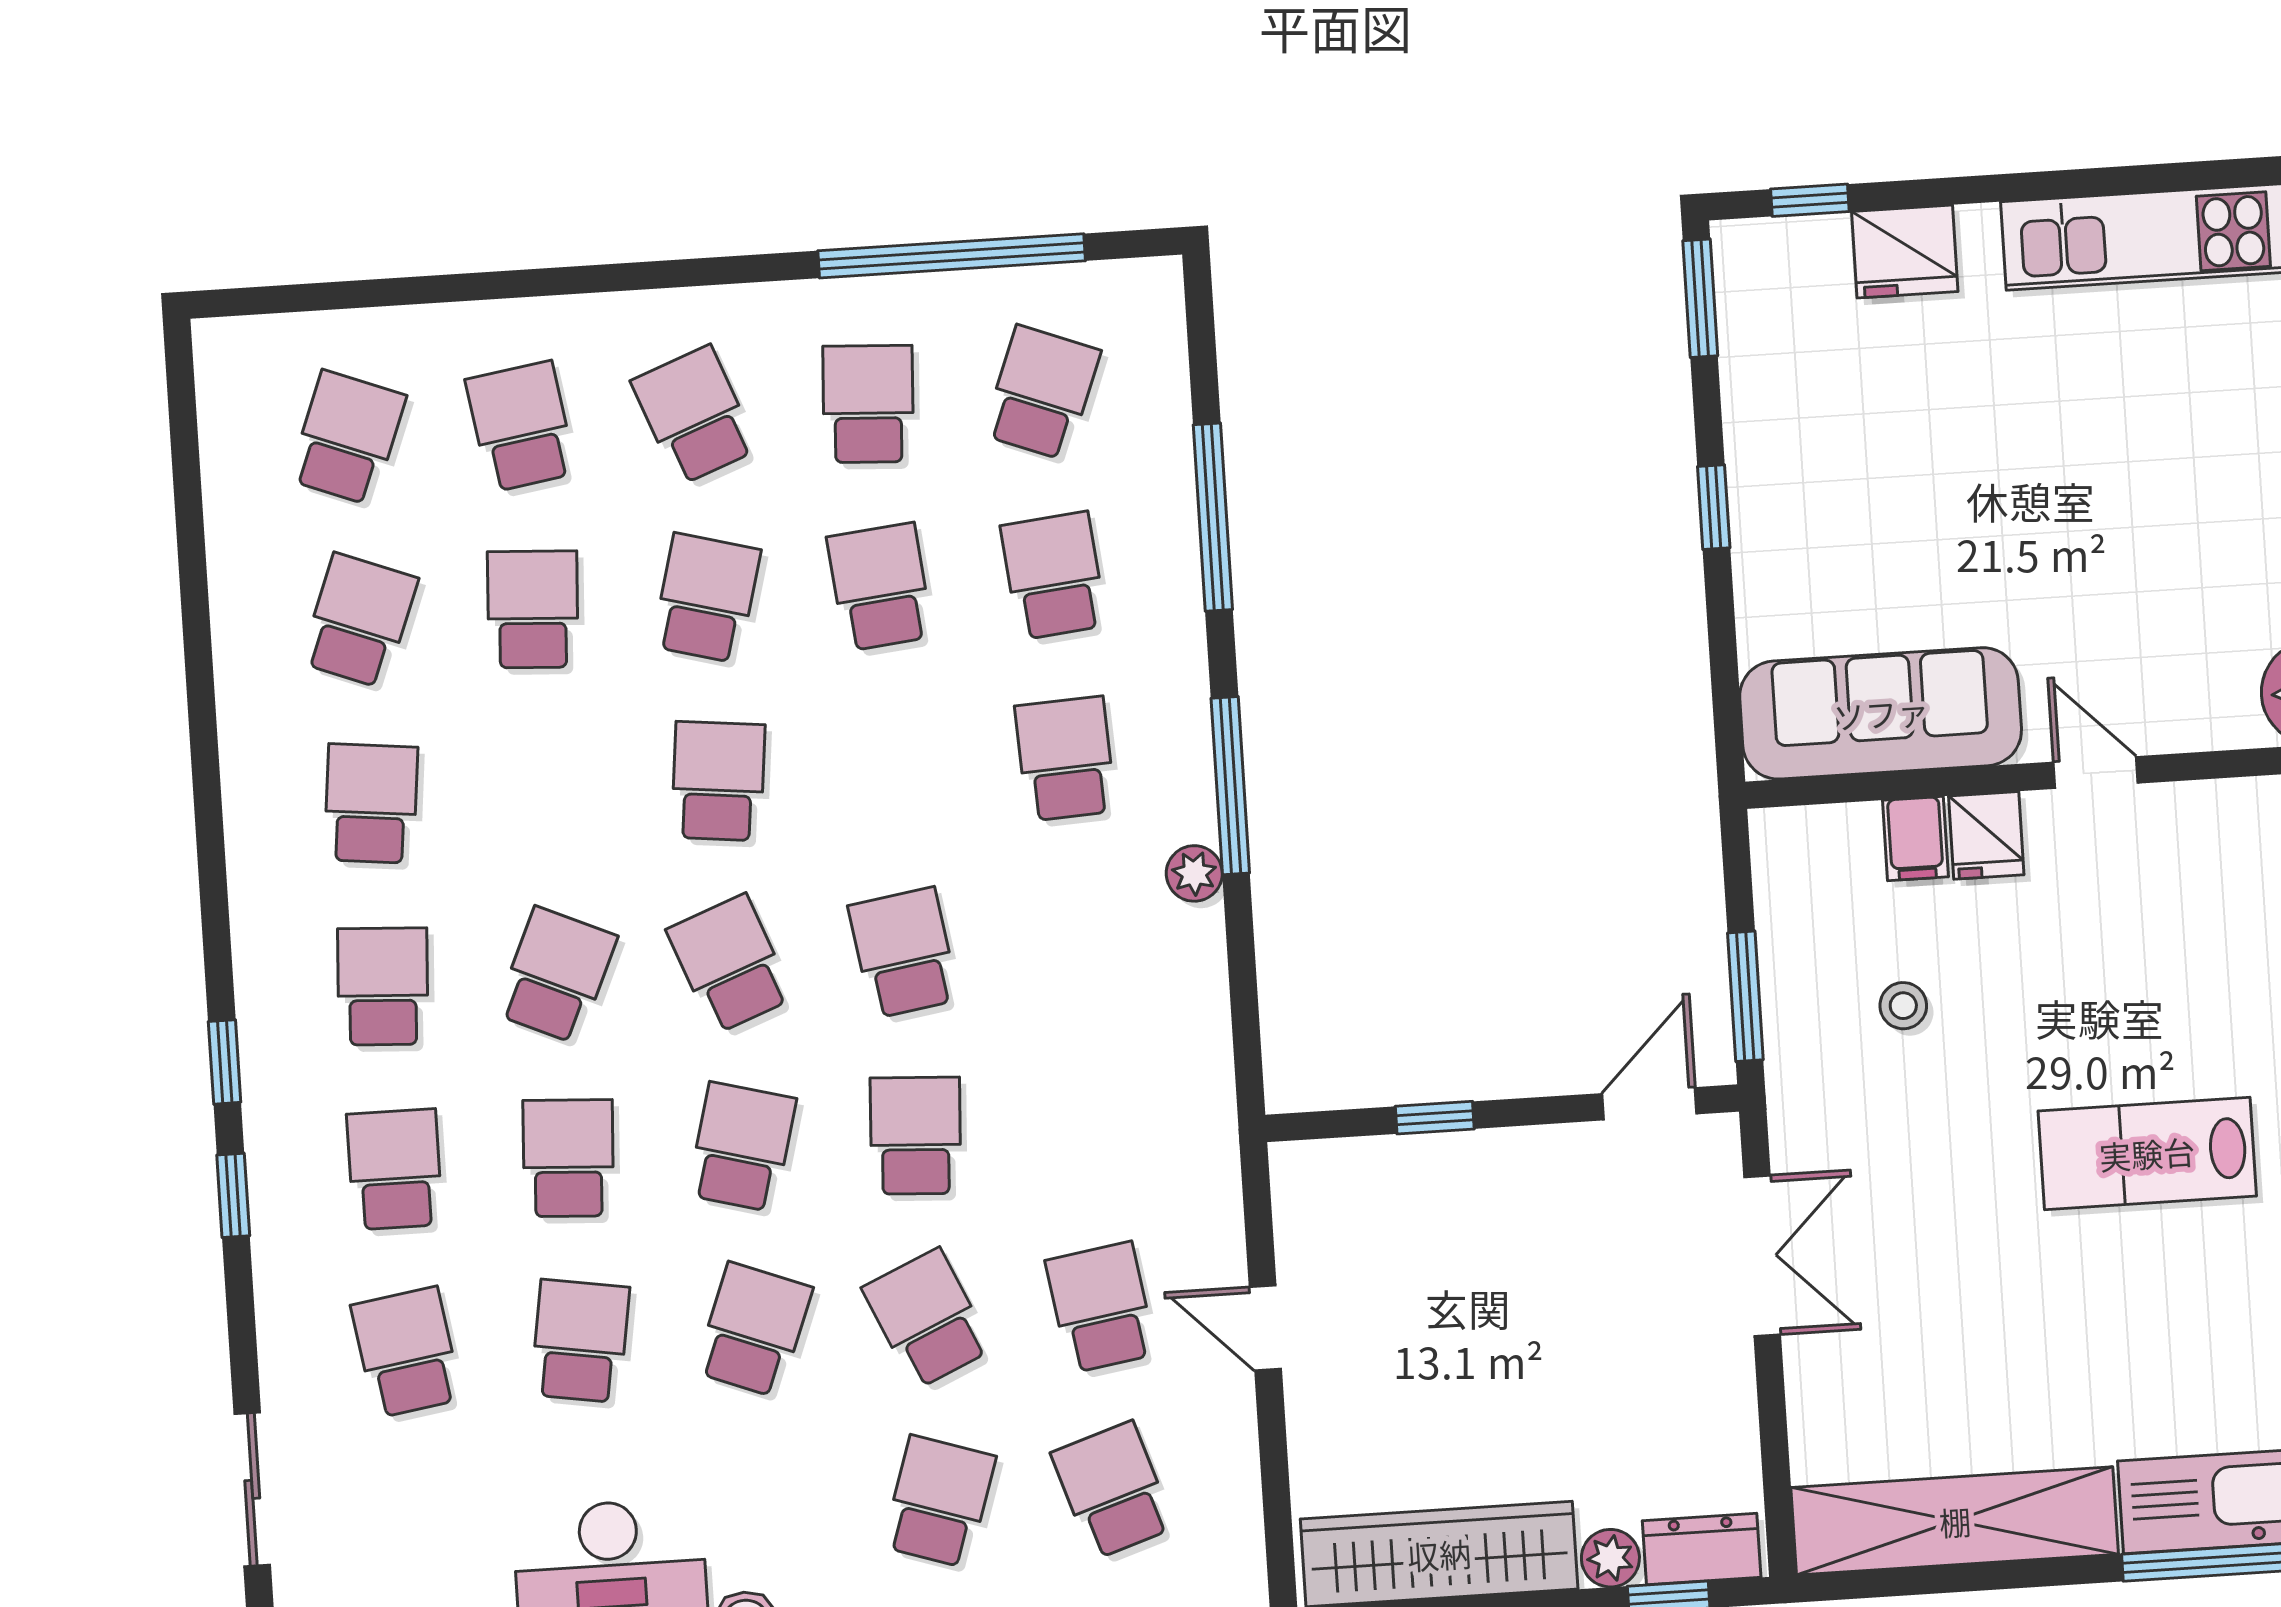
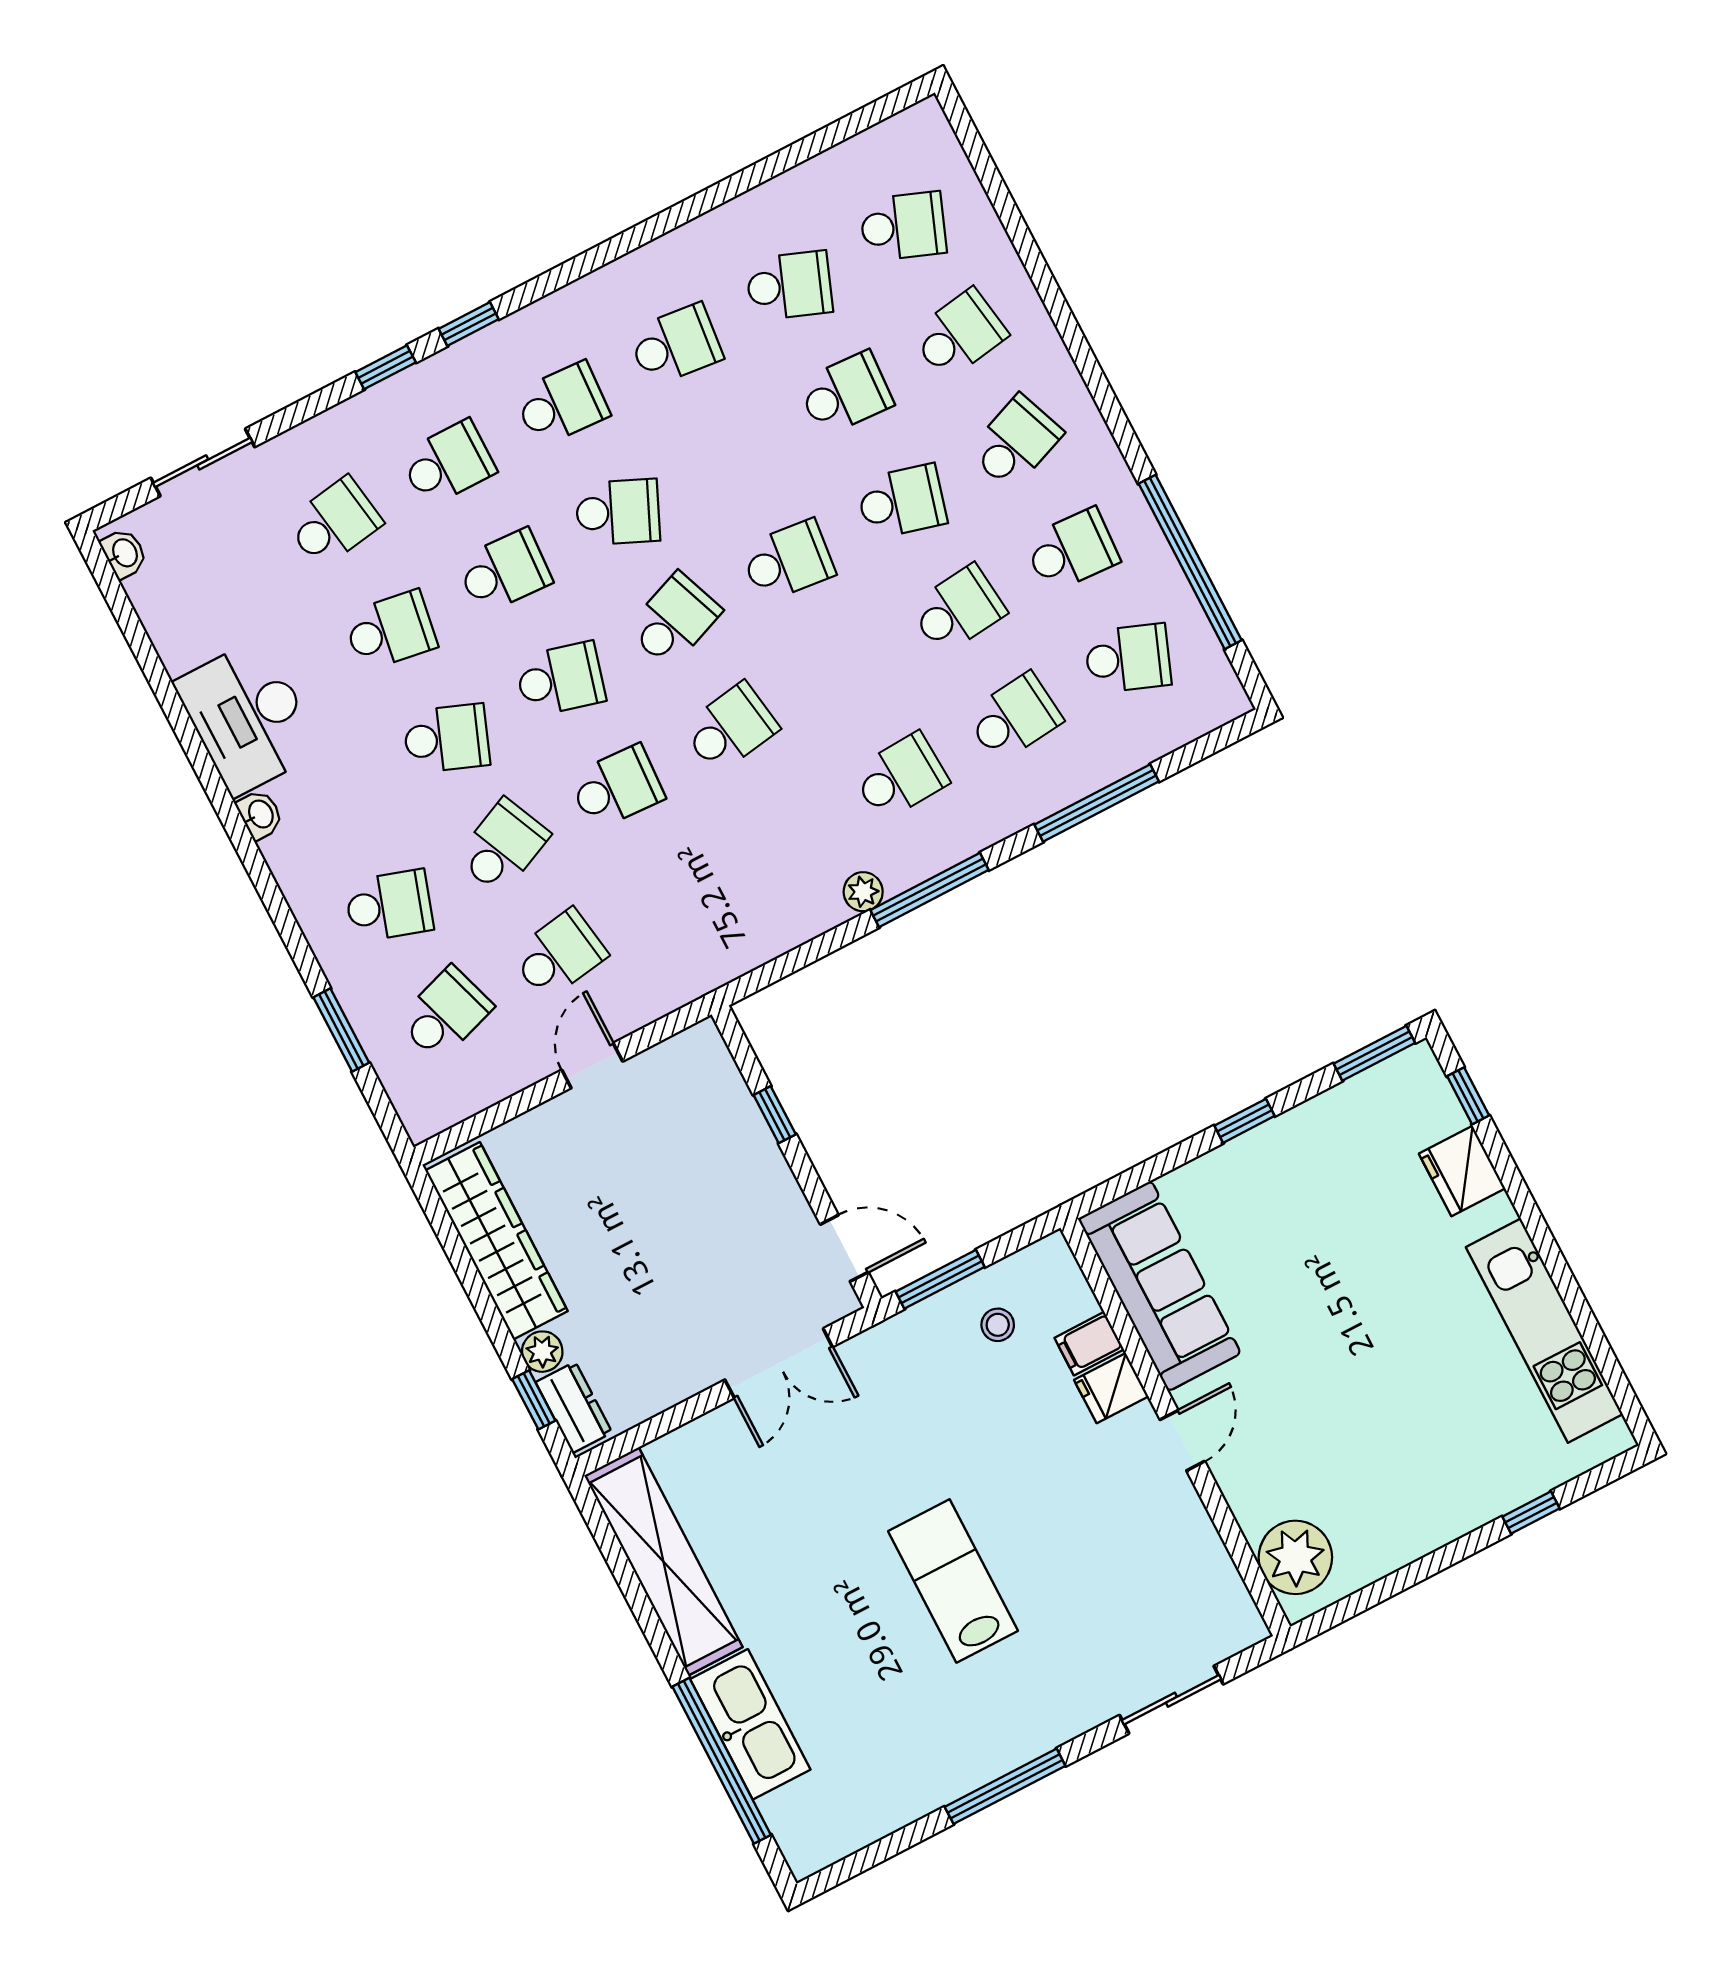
stool: (1903, 1006) -> (998, 1325), moved

